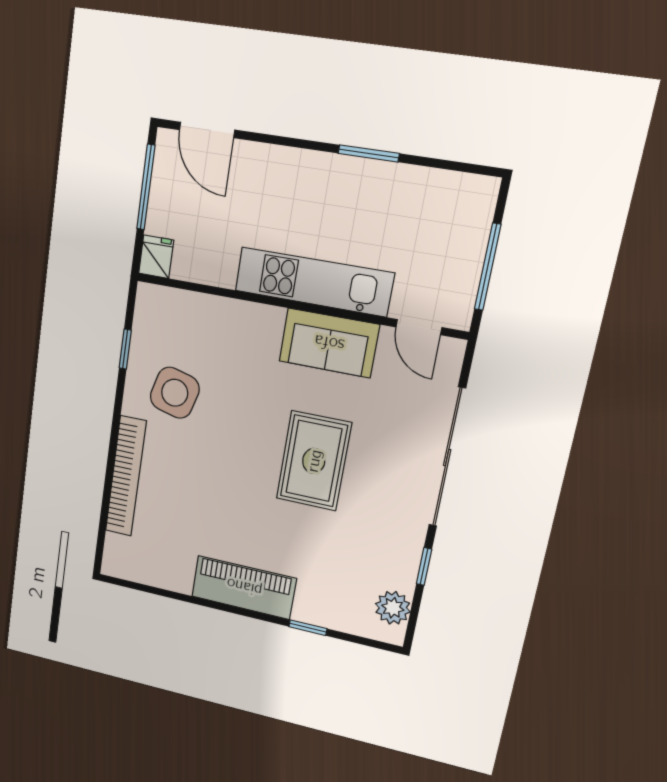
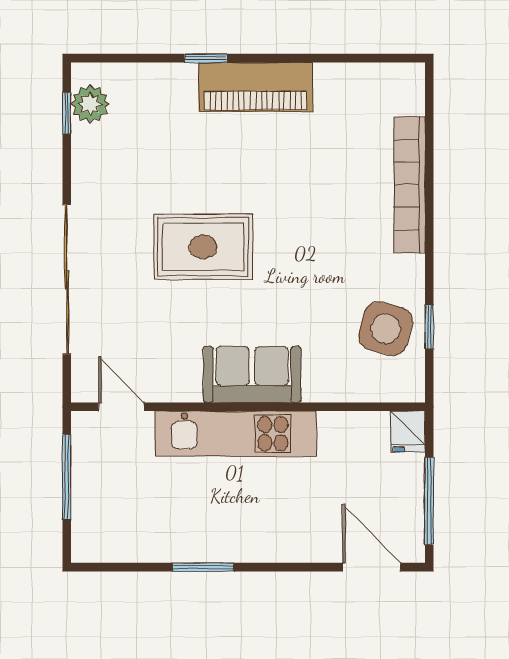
sofa: (329, 343) -> (252, 374), moved
side table: (175, 393) -> (386, 329), moved
rug: (314, 461) -> (203, 247), turned 90
window: (424, 567) -> (67, 113), moved
window: (308, 628) -> (206, 58), moved

